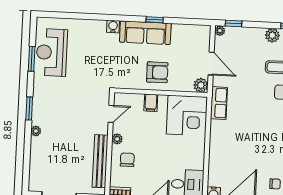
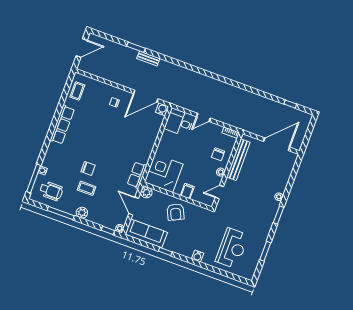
sofa: (145, 33) -> (146, 233), moved
reception desk: (52, 52) -> (232, 248), moved
armchair: (157, 72) -> (176, 212), turned -115

